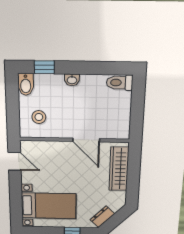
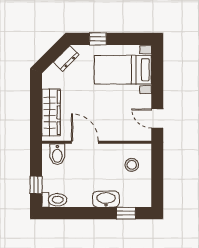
washbasin: (72, 80) -> (106, 199), width x1.91, depth x1.45
bidet: (26, 84) -> (57, 154), moved, turned 180
window: (138, 99) -> (36, 185), added

